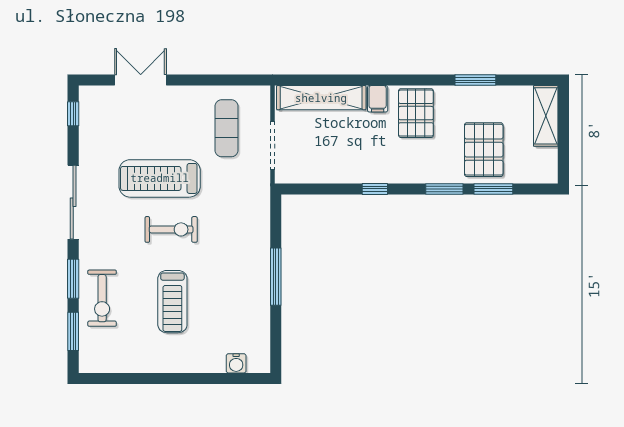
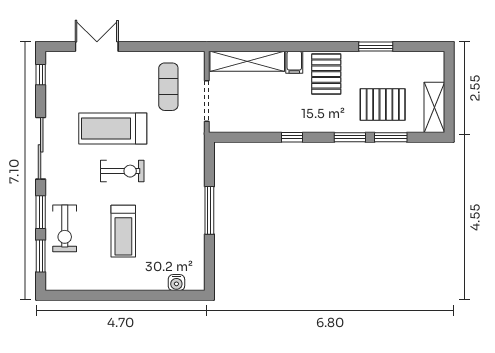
shelving: (546, 116) -> (434, 107), moved
pallet: (484, 150) -> (383, 105), turned 90

